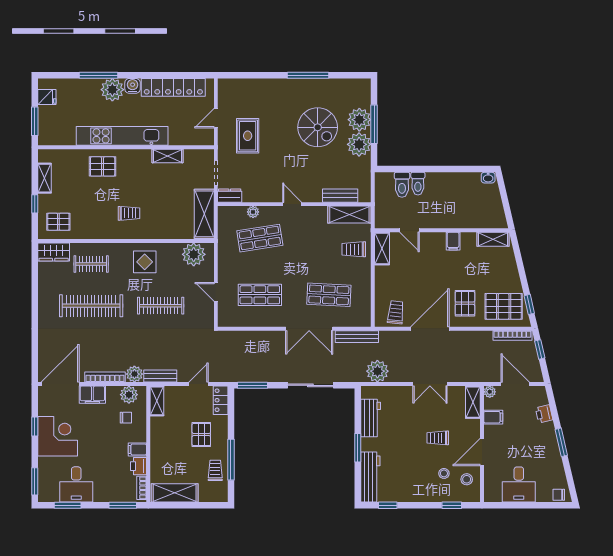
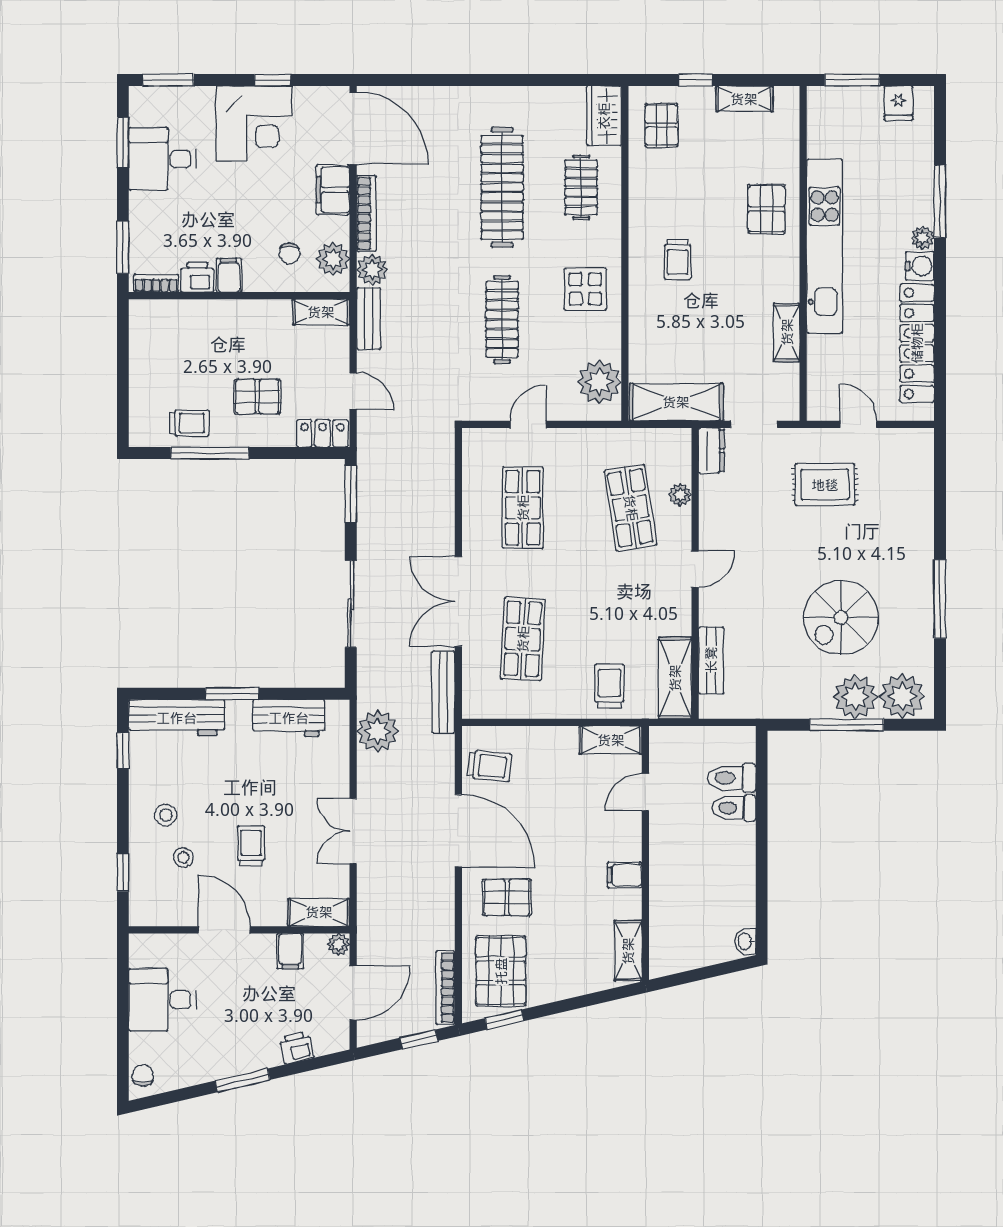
plant: (112, 90) -> (922, 238), width x0.53, depth x0.53
plant: (359, 144) -> (902, 696), moved
stool: (467, 479) -> (166, 815), moved
shelving: (175, 493) -> (146, 346), removed

